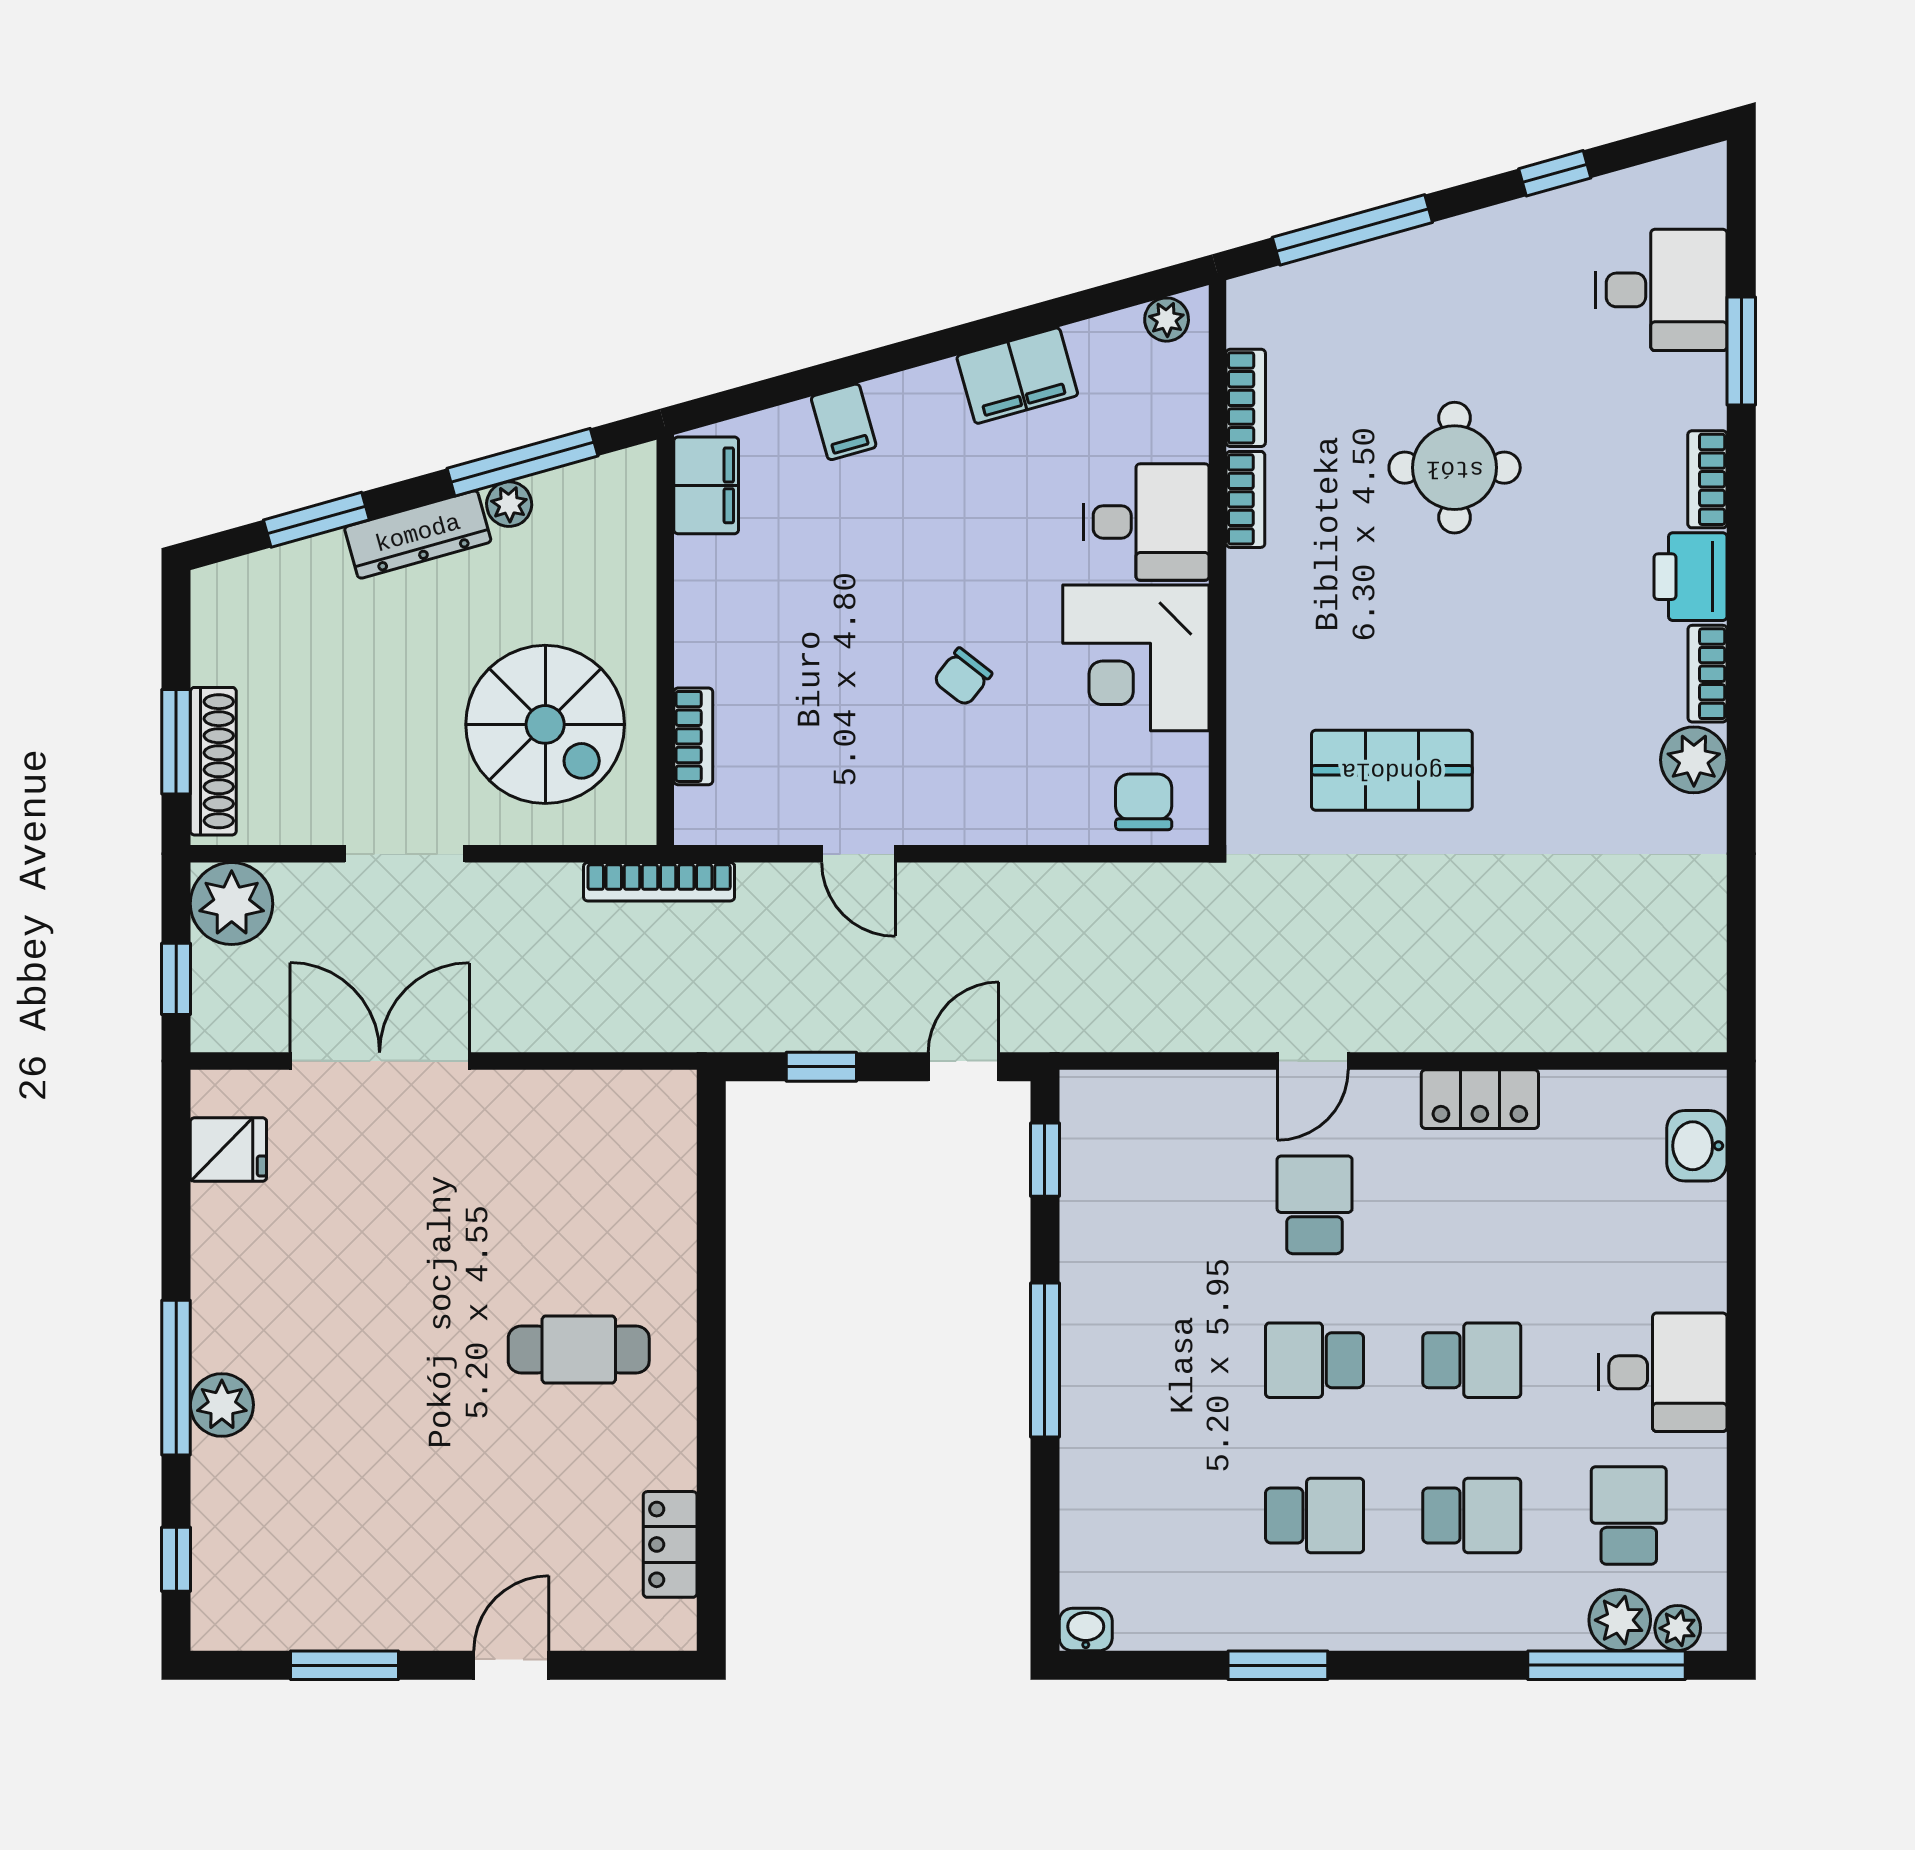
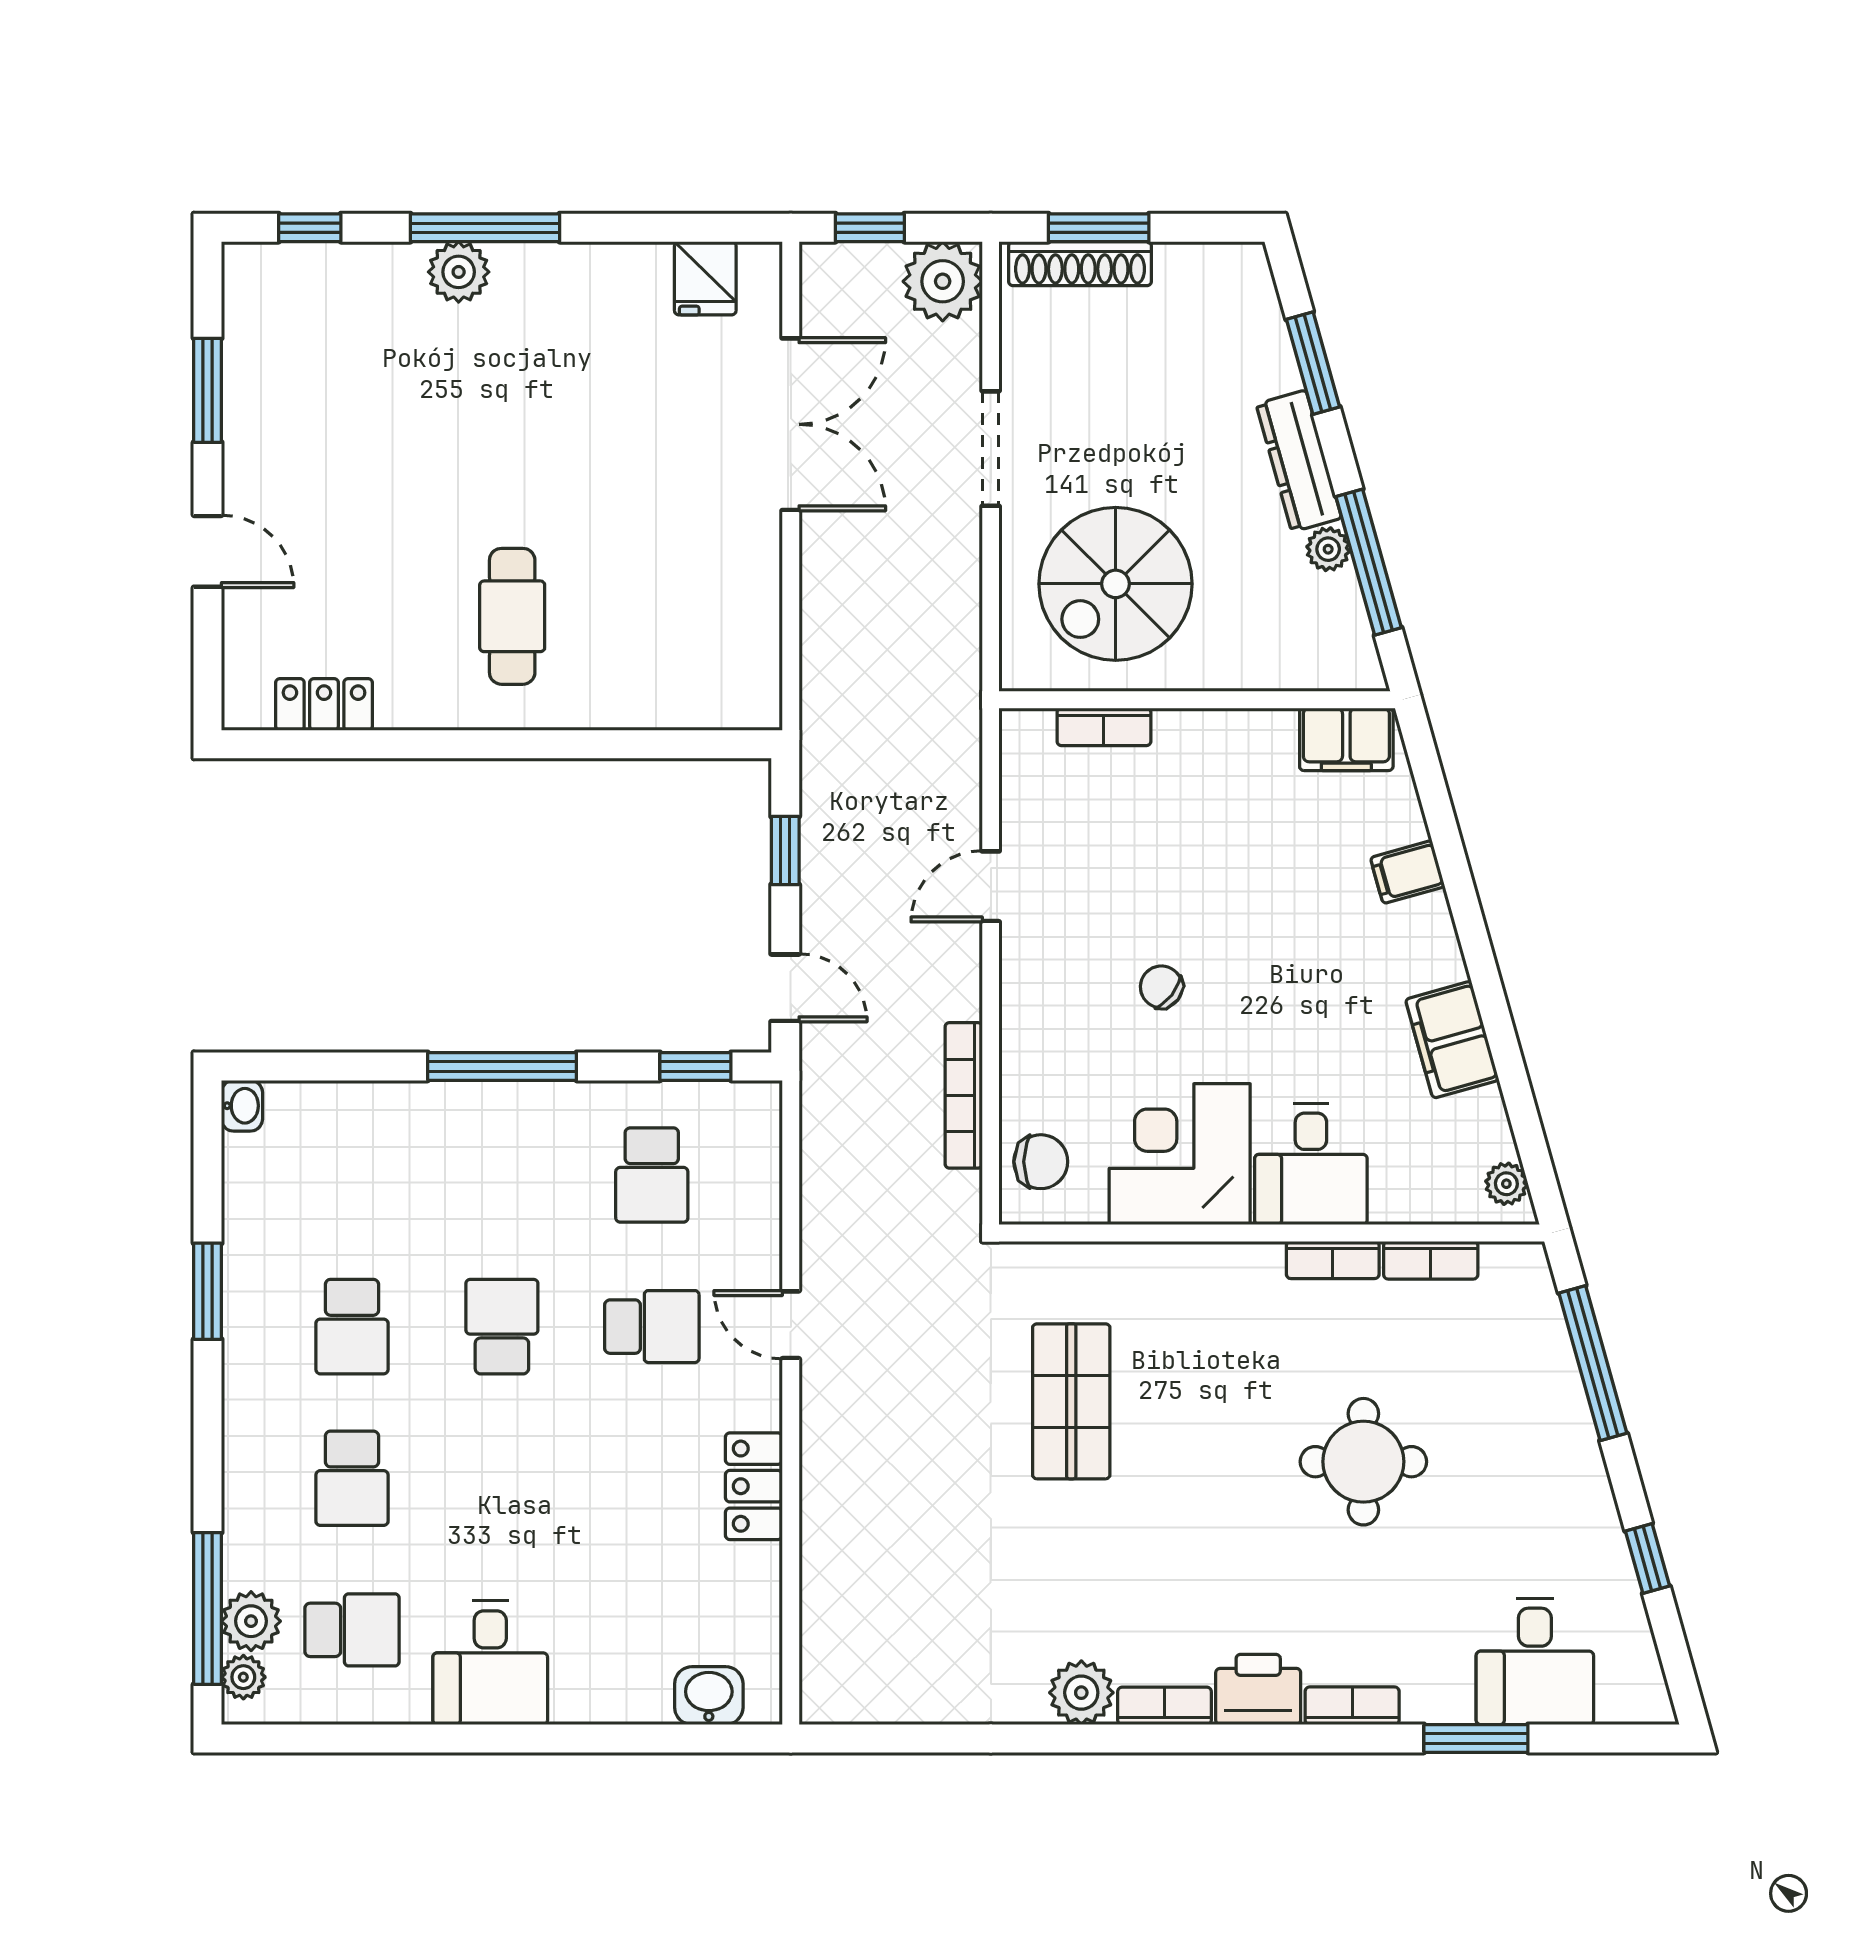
bookcase: (659, 882) -> (964, 1095), moved
school desk: (1472, 1360) -> (652, 1175), moved

